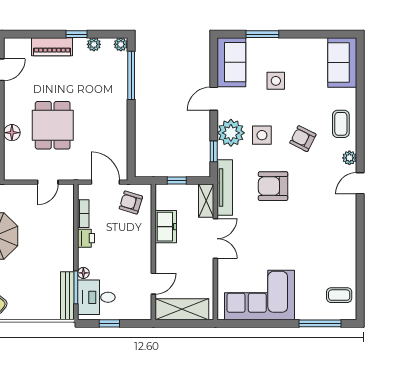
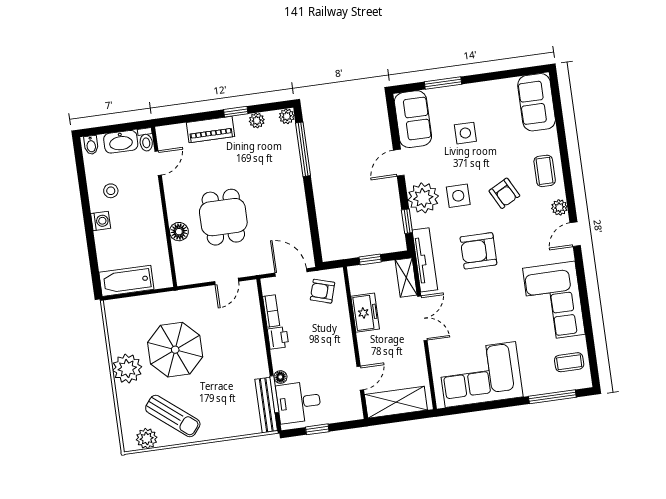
armchair: (303, 139) -> (504, 193), turned -145
corner sofa: (333, 240) -> (554, 301), added

